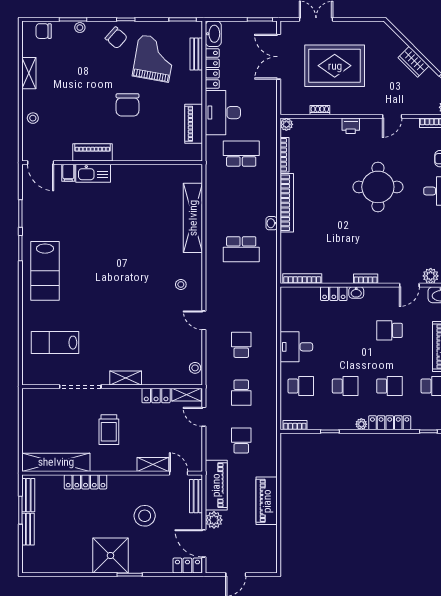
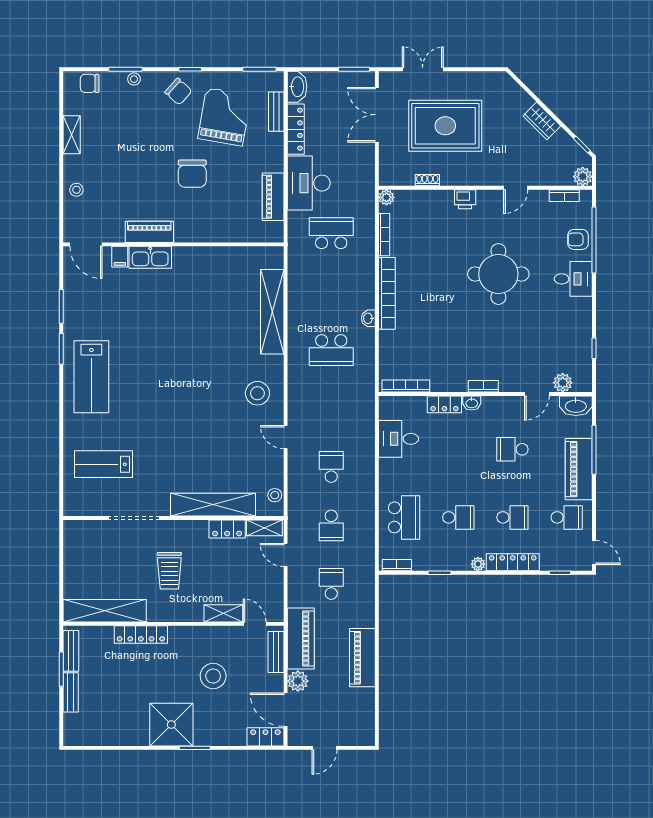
stool: (181, 284) -> (257, 393), width x1.89, depth x1.89
desk: (296, 347) -> (399, 439), moved
shelving: (126, 378) -> (213, 505), width x2.20, depth x1.33
school desk: (301, 386) -> (404, 517), width x1.85

